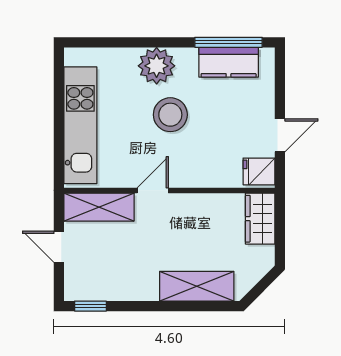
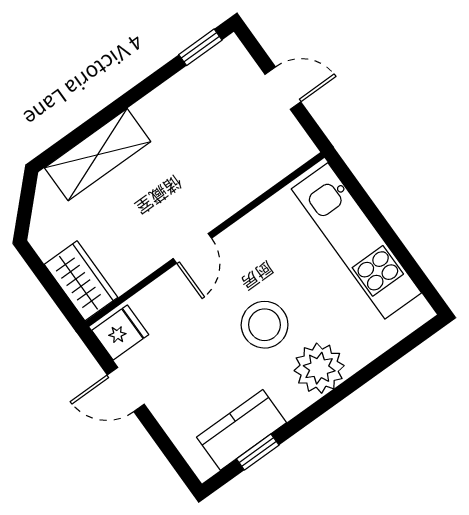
window: (228, 42) -> (258, 452), width x0.46
door: (280, 135) -> (126, 389), hinge flipped
door: (153, 190) -> (192, 248), moved
shelving: (99, 207) -> (270, 165), removed

